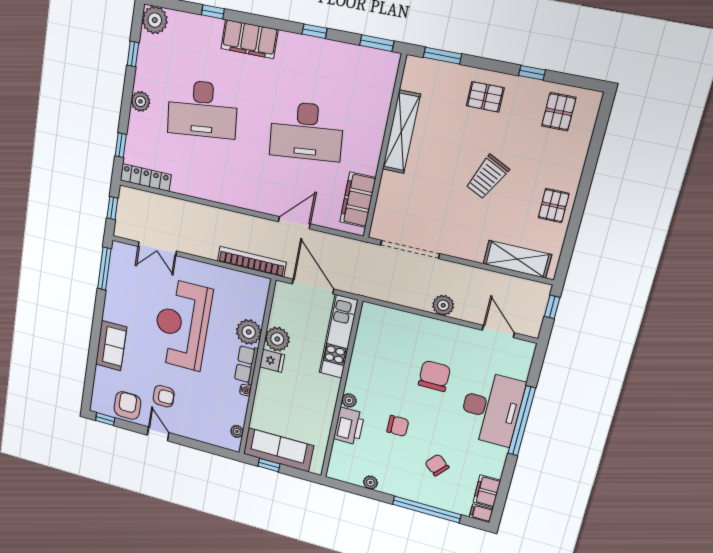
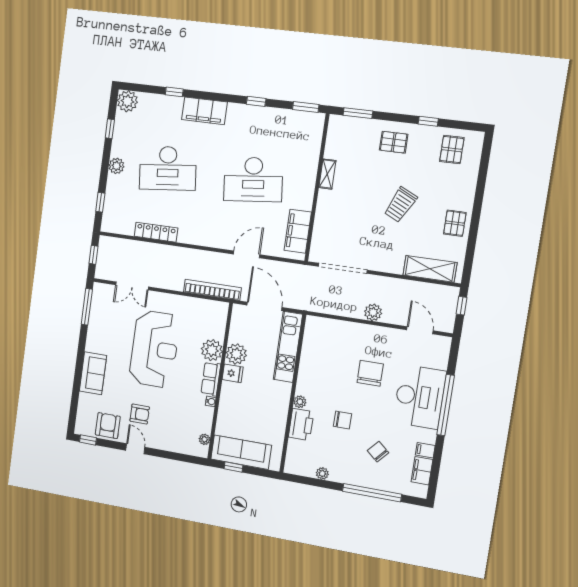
shelving: (401, 132) -> (327, 174), width x0.45, depth x0.75
locker: (146, 178) -> (156, 232), moved
reception desk: (182, 325) -> (154, 349), turned 180
filing cabinet: (481, 513) -> (425, 450), moved

